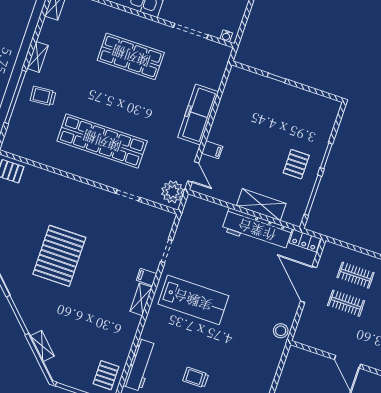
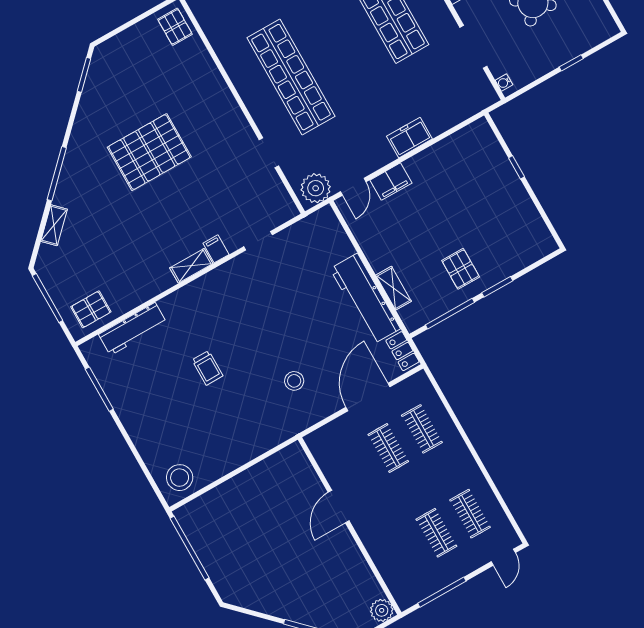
freezer: (198, 114) -> (409, 138), width x0.52, depth x0.79
filing cabinet: (212, 150) -> (391, 182), width x2.00
pallet: (296, 164) -> (461, 269), turned 90
shelving: (261, 205) -> (394, 288), width x0.67, depth x0.75
lab bench: (193, 300) -> (242, 312), removed
stool: (281, 331) -> (294, 381), moved
trolley: (196, 378) -> (207, 368), moved, turned 180

